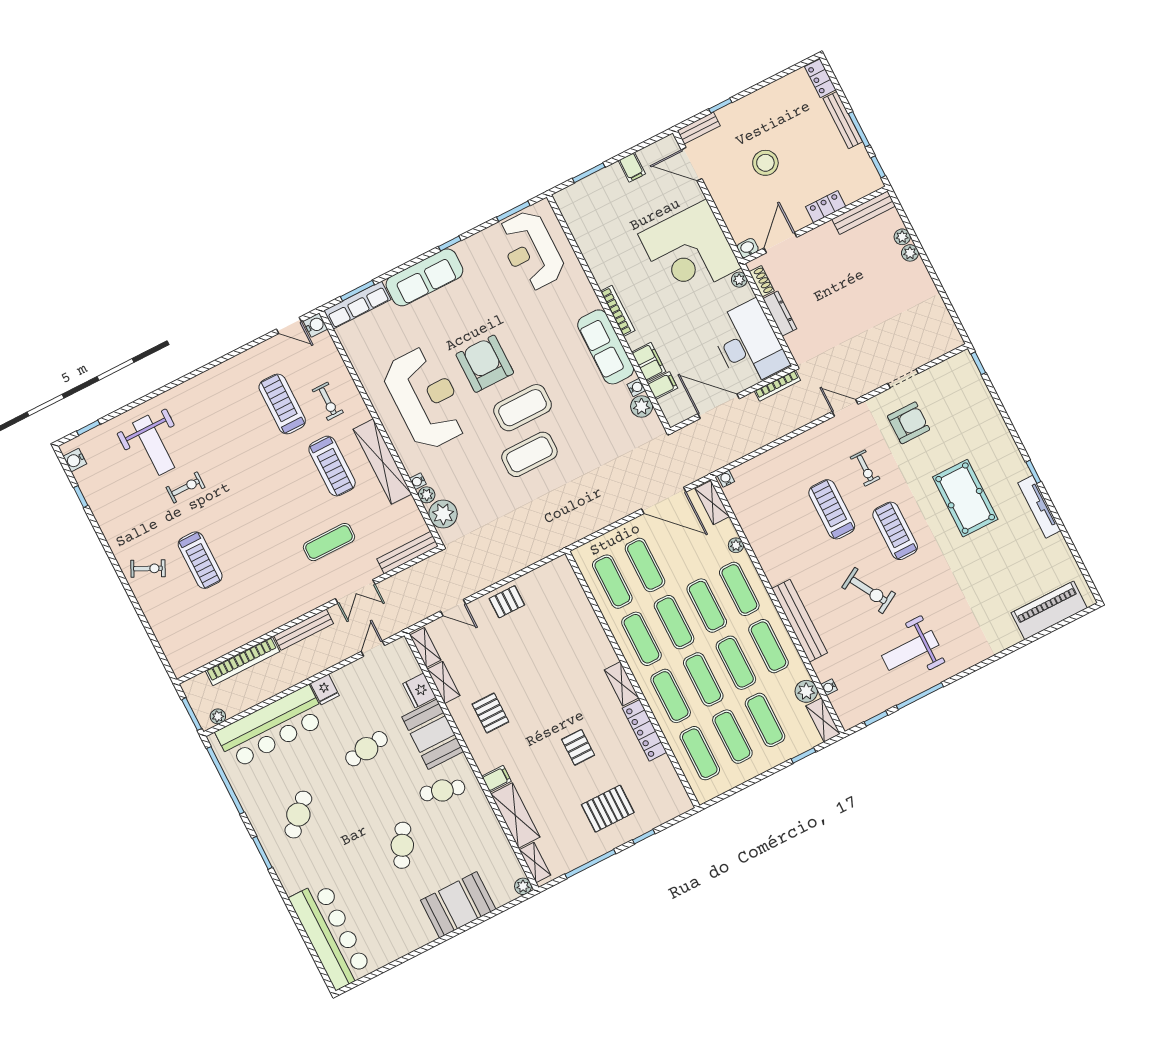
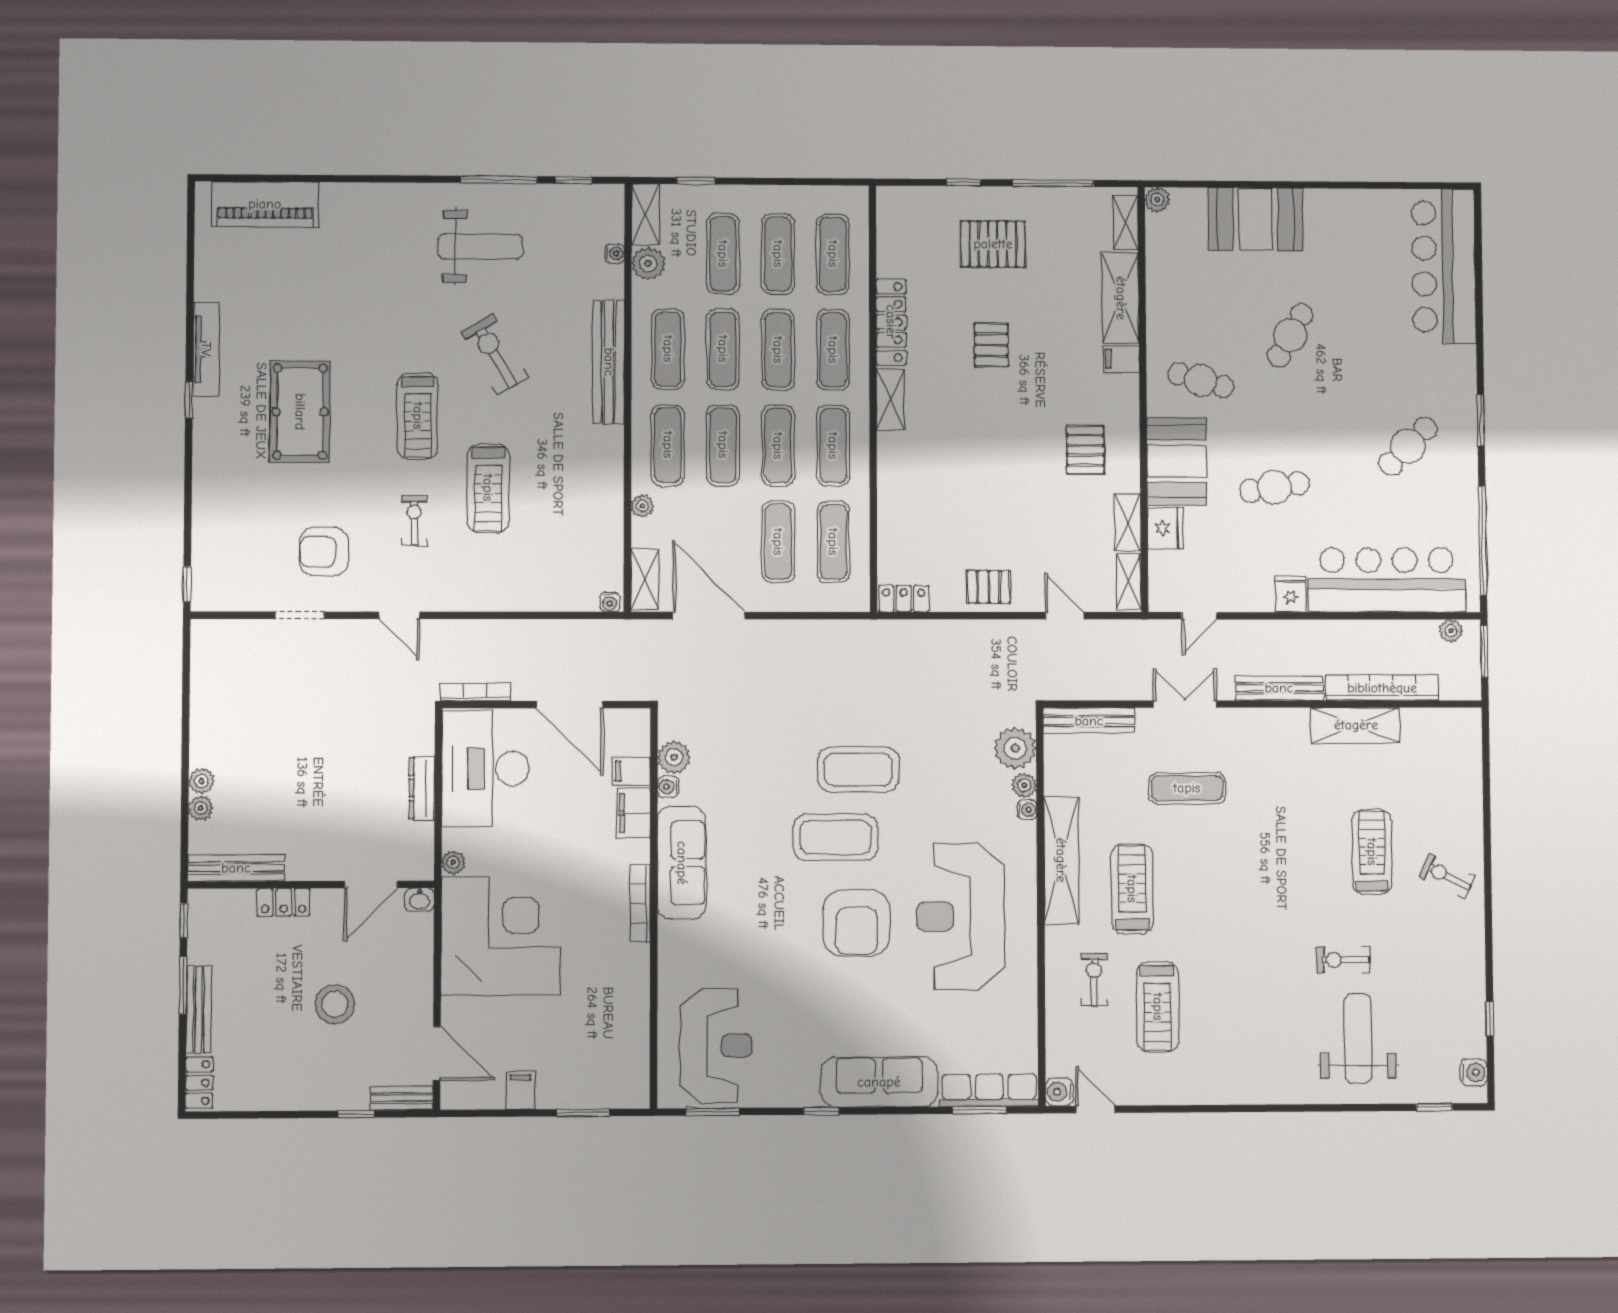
shoe rack: (762, 281) -> (424, 845), removed
locker: (554, 569) -> (904, 599), added
shelving: (247, 631) -> (1356, 725), added

